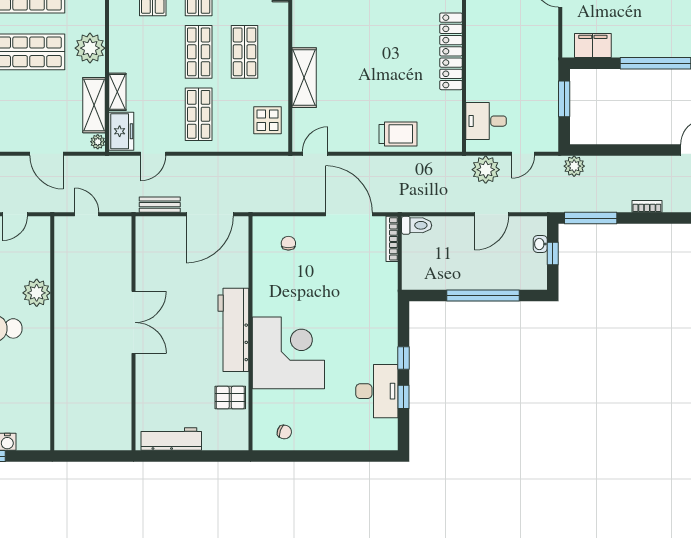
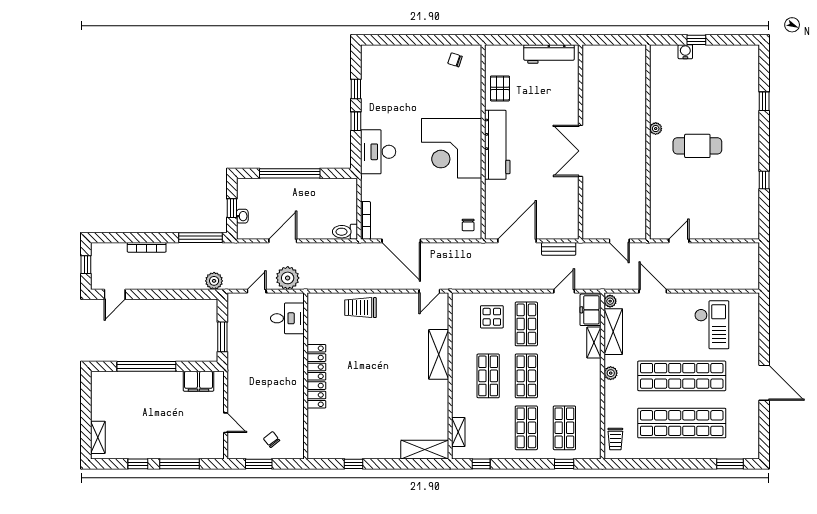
plant: (90, 48) -> (611, 373), width x0.53, depth x0.53
display table: (267, 120) -> (492, 317), moved
bookcase: (647, 206) -> (147, 247), width x1.56
chair: (288, 243) -> (468, 225), moved
plant: (37, 293) -> (656, 129), moved, width x0.53, depth x0.53
corner desk: (288, 353) -> (452, 148), moved
desk: (377, 391) -> (378, 152), moved
pallet: (230, 398) -> (500, 88), turned 90

